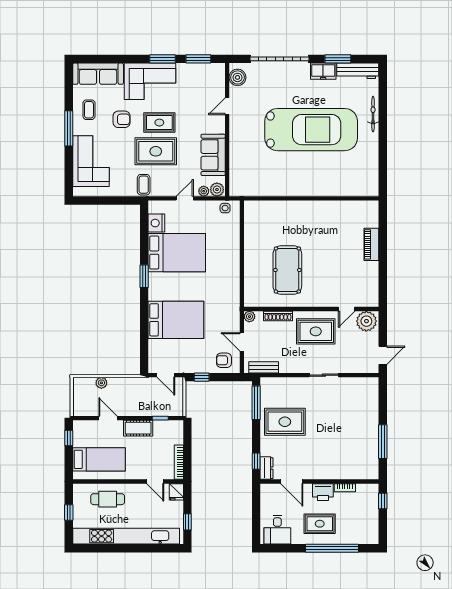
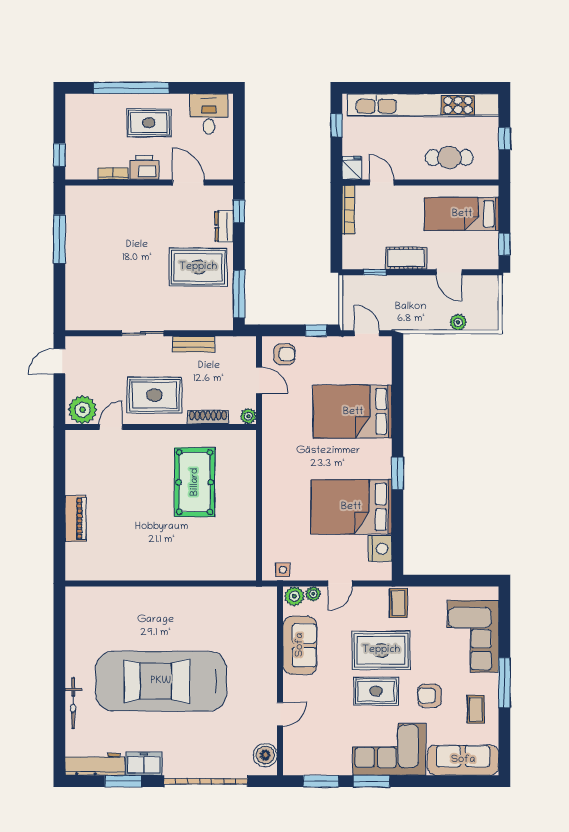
bench: (264, 367) -> (193, 344), moved
dresser: (267, 468) -> (224, 226), moved

